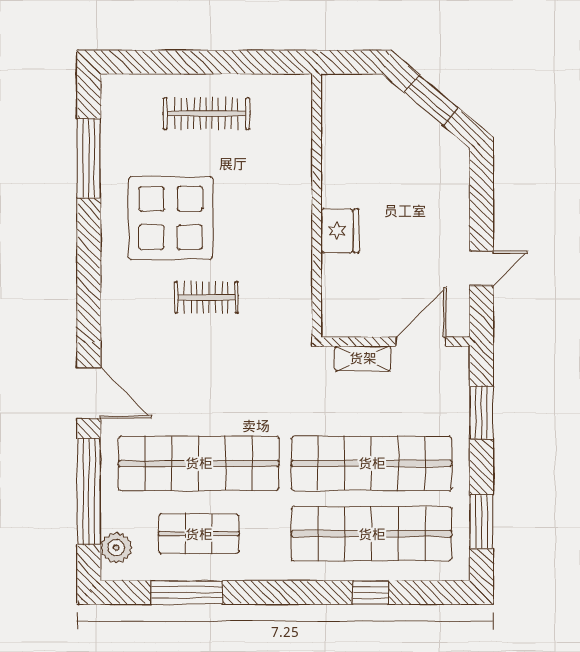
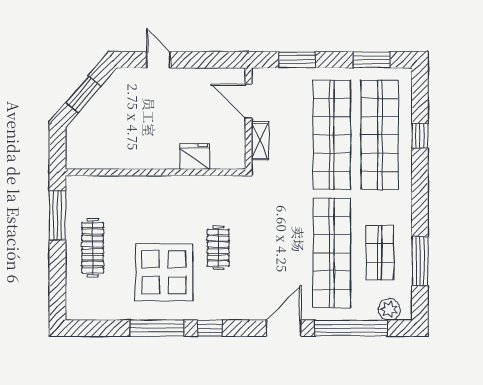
window: (254, 62) -> (58, 215), added
window: (89, 158) -> (157, 328), moved
fridge: (340, 231) -> (195, 156), moved
door: (481, 268) -> (158, 60), moved
window: (89, 285) -> (210, 328), added

